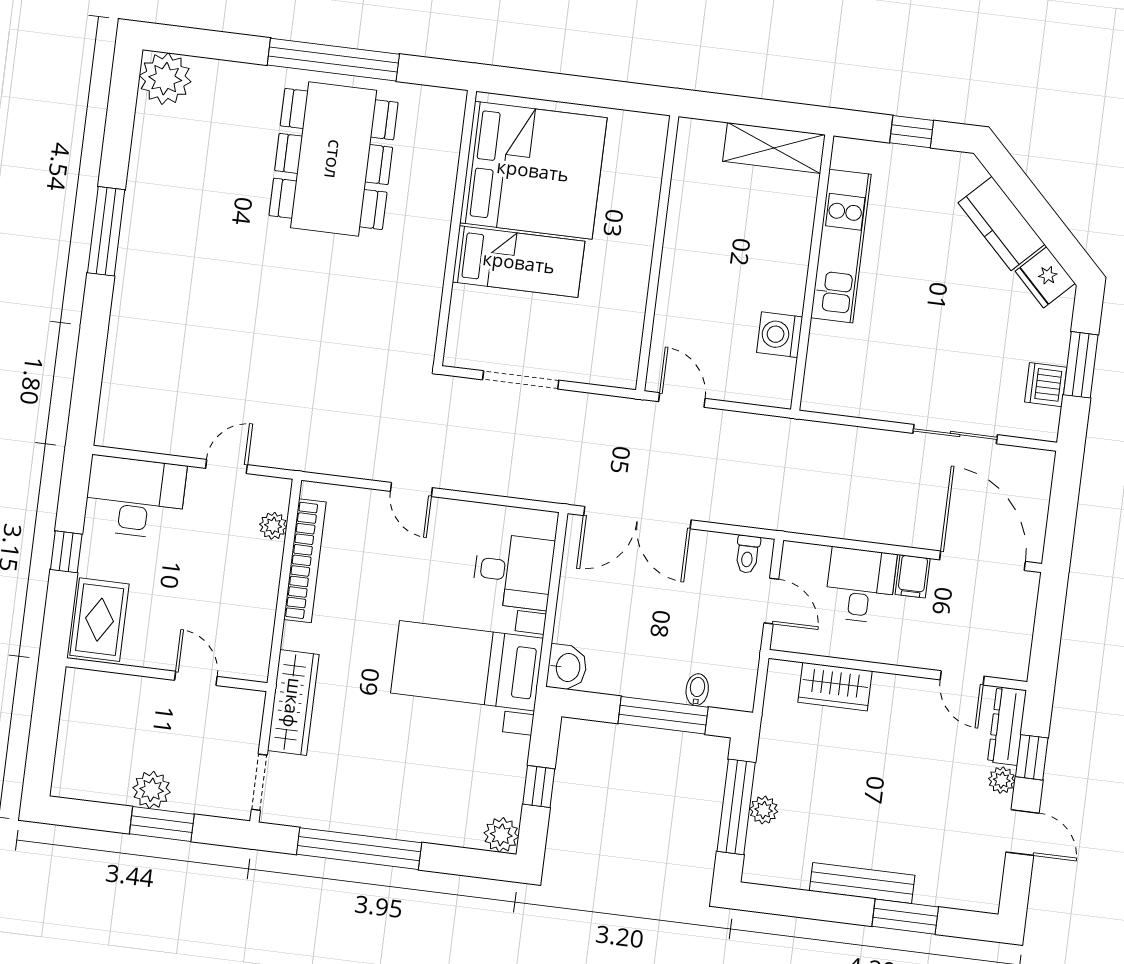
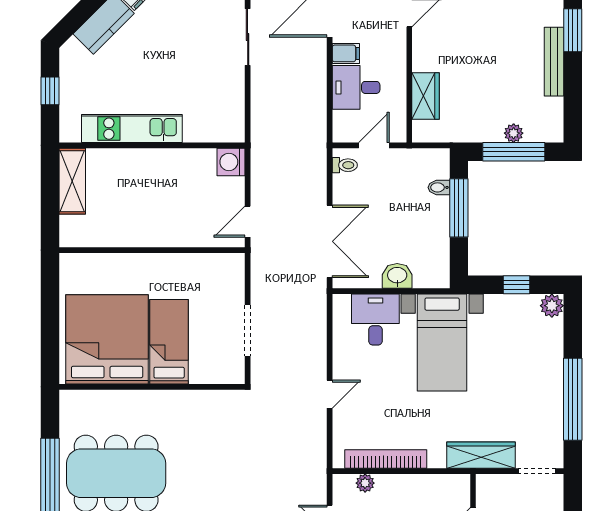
washing machine: (780, 335) -> (231, 162), moved, turned 90
washbasin: (567, 667) -> (397, 276), moved

